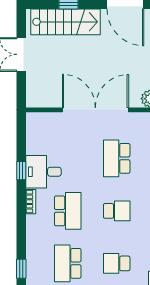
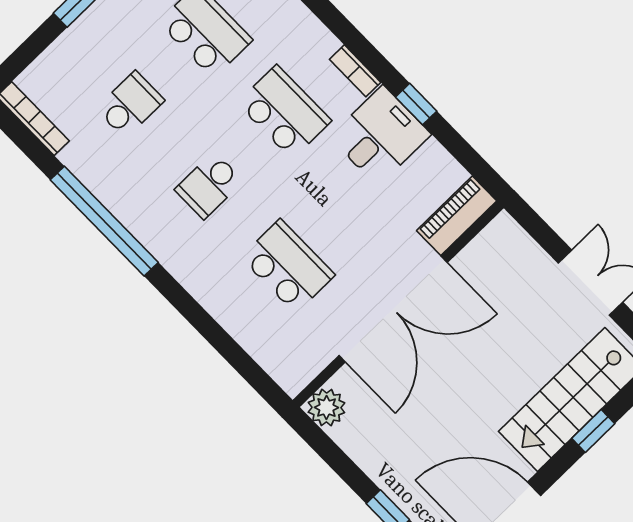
piano: (44, 120) -> (457, 216), added
school desk: (68, 211) -> (284, 112), turned 180

